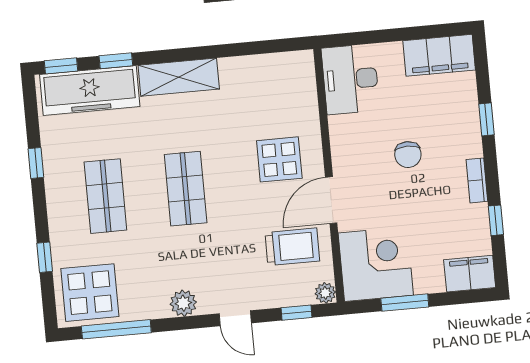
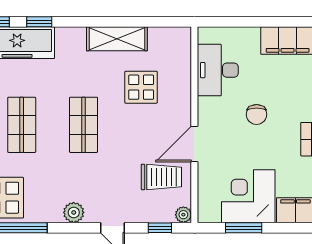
shelving: (179, 77) -> (117, 39), moved
desk: (350, 79) -> (218, 70), moved
display table: (279, 159) -> (141, 87), moved
corner desk: (376, 264) -> (248, 196), moved, turned -90

